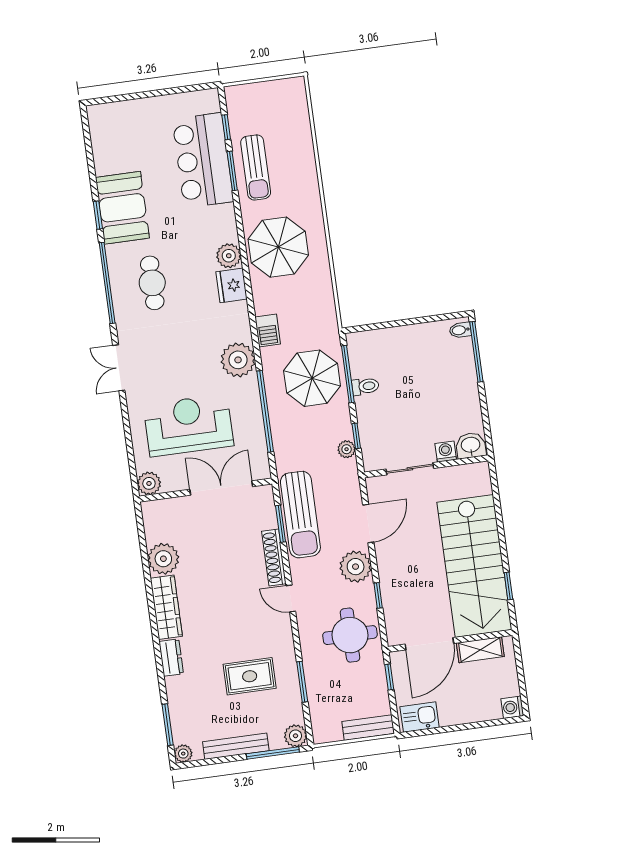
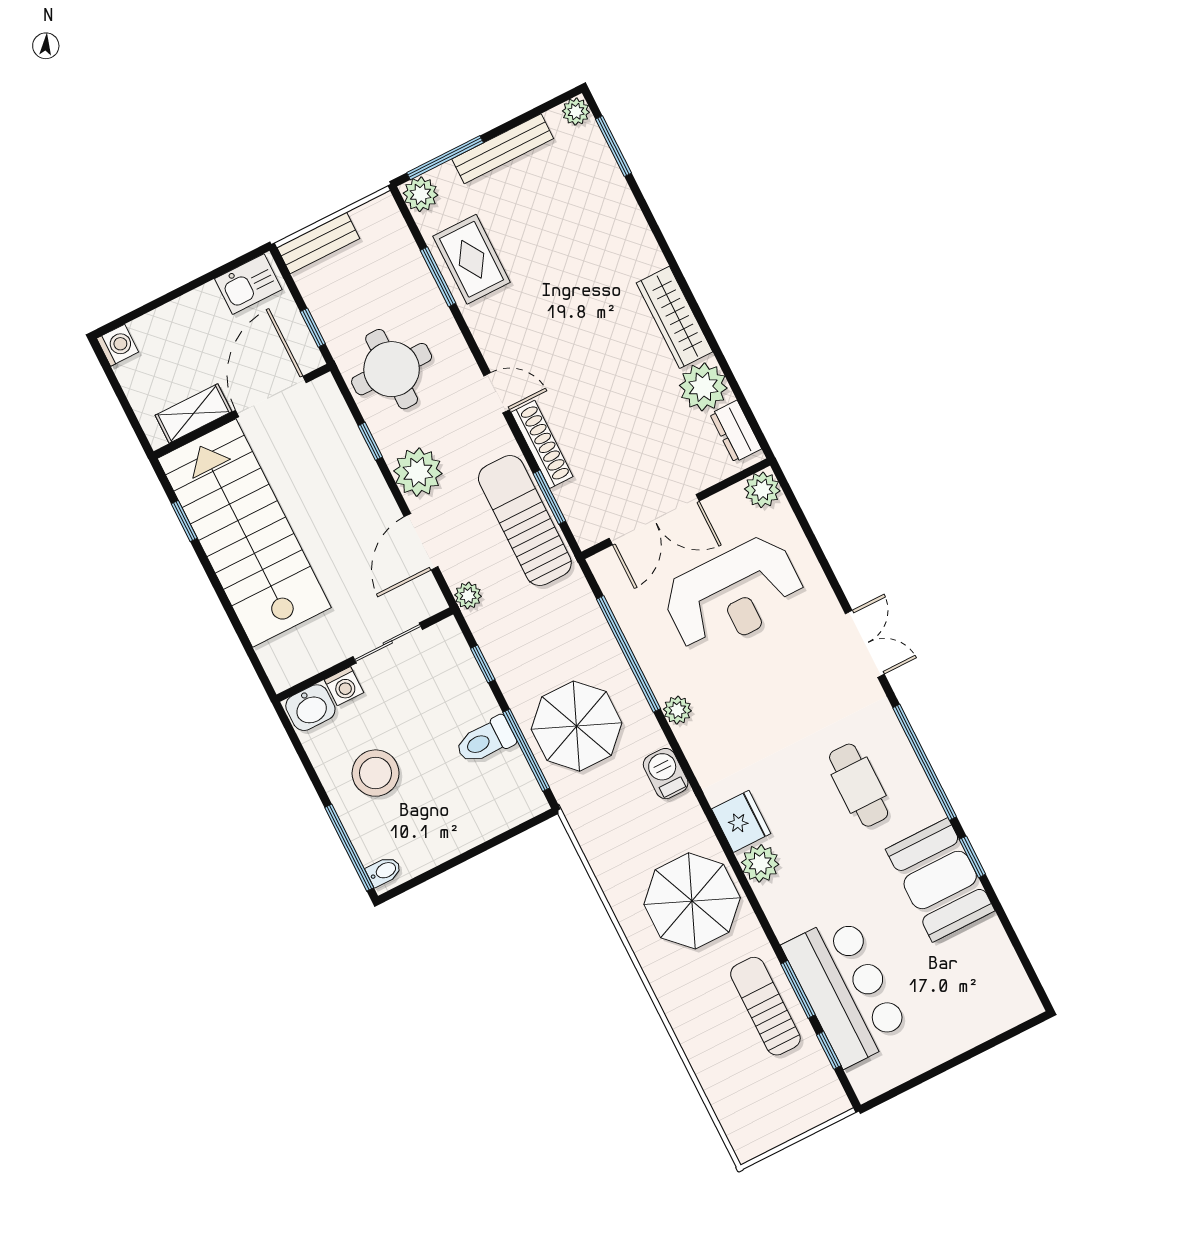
plant: (238, 360) -> (677, 710), width x0.53, depth x0.53
toilet: (365, 386) -> (485, 741), width x1.37, depth x1.39
stool: (445, 392) -> (376, 773), added
plant: (347, 449) -> (468, 596), moved
dresser: (171, 658) -> (736, 431), moved
rug: (250, 676) -> (472, 259), moved, turned 90

